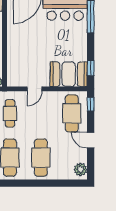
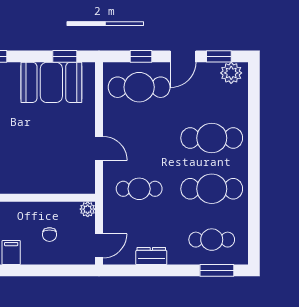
booth: (69, 74) -> (51, 82), moved, turned 90
window: (91, 104) -> (141, 56), moved
window: (91, 162) -> (219, 56), added

